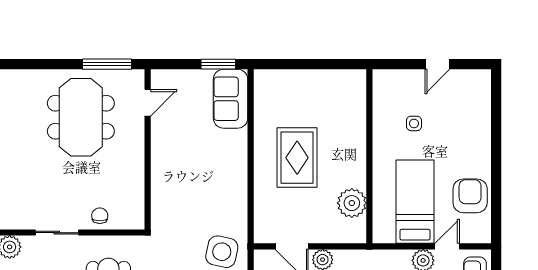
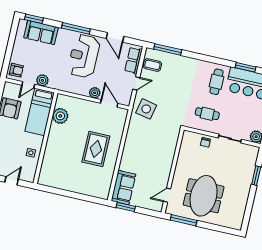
wall: (369, 156) -> (46, 138), moved
plant: (352, 203) -> (60, 116), moved

